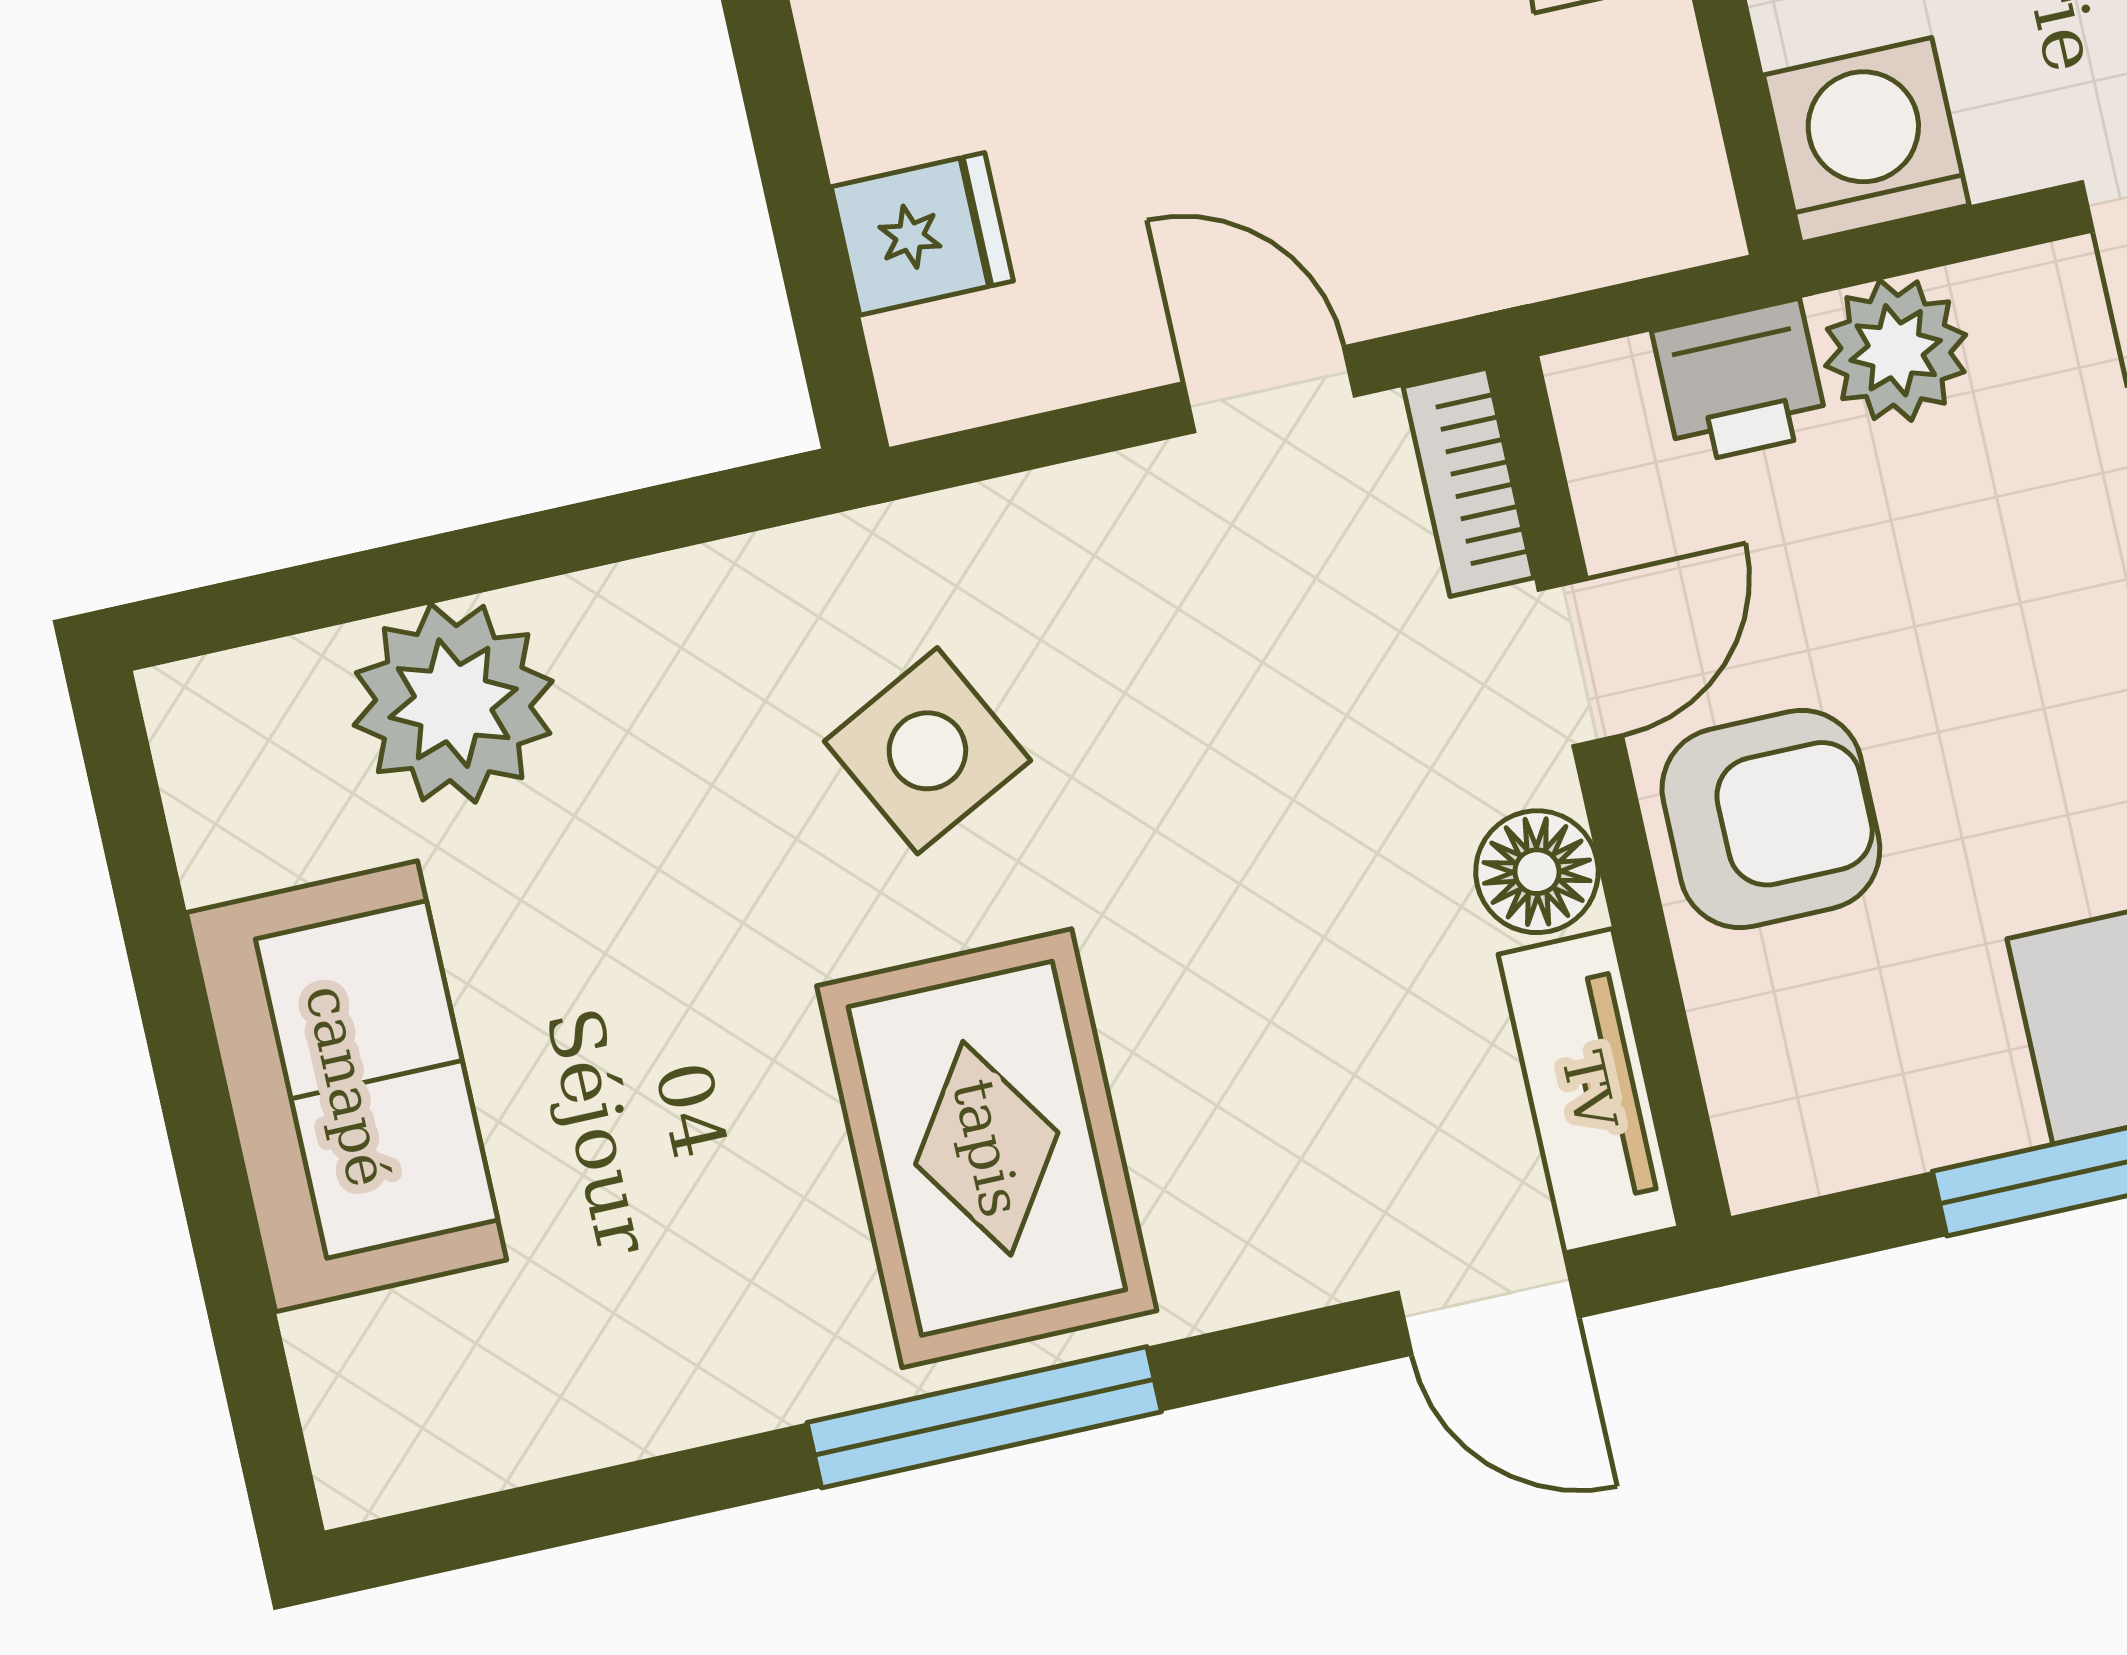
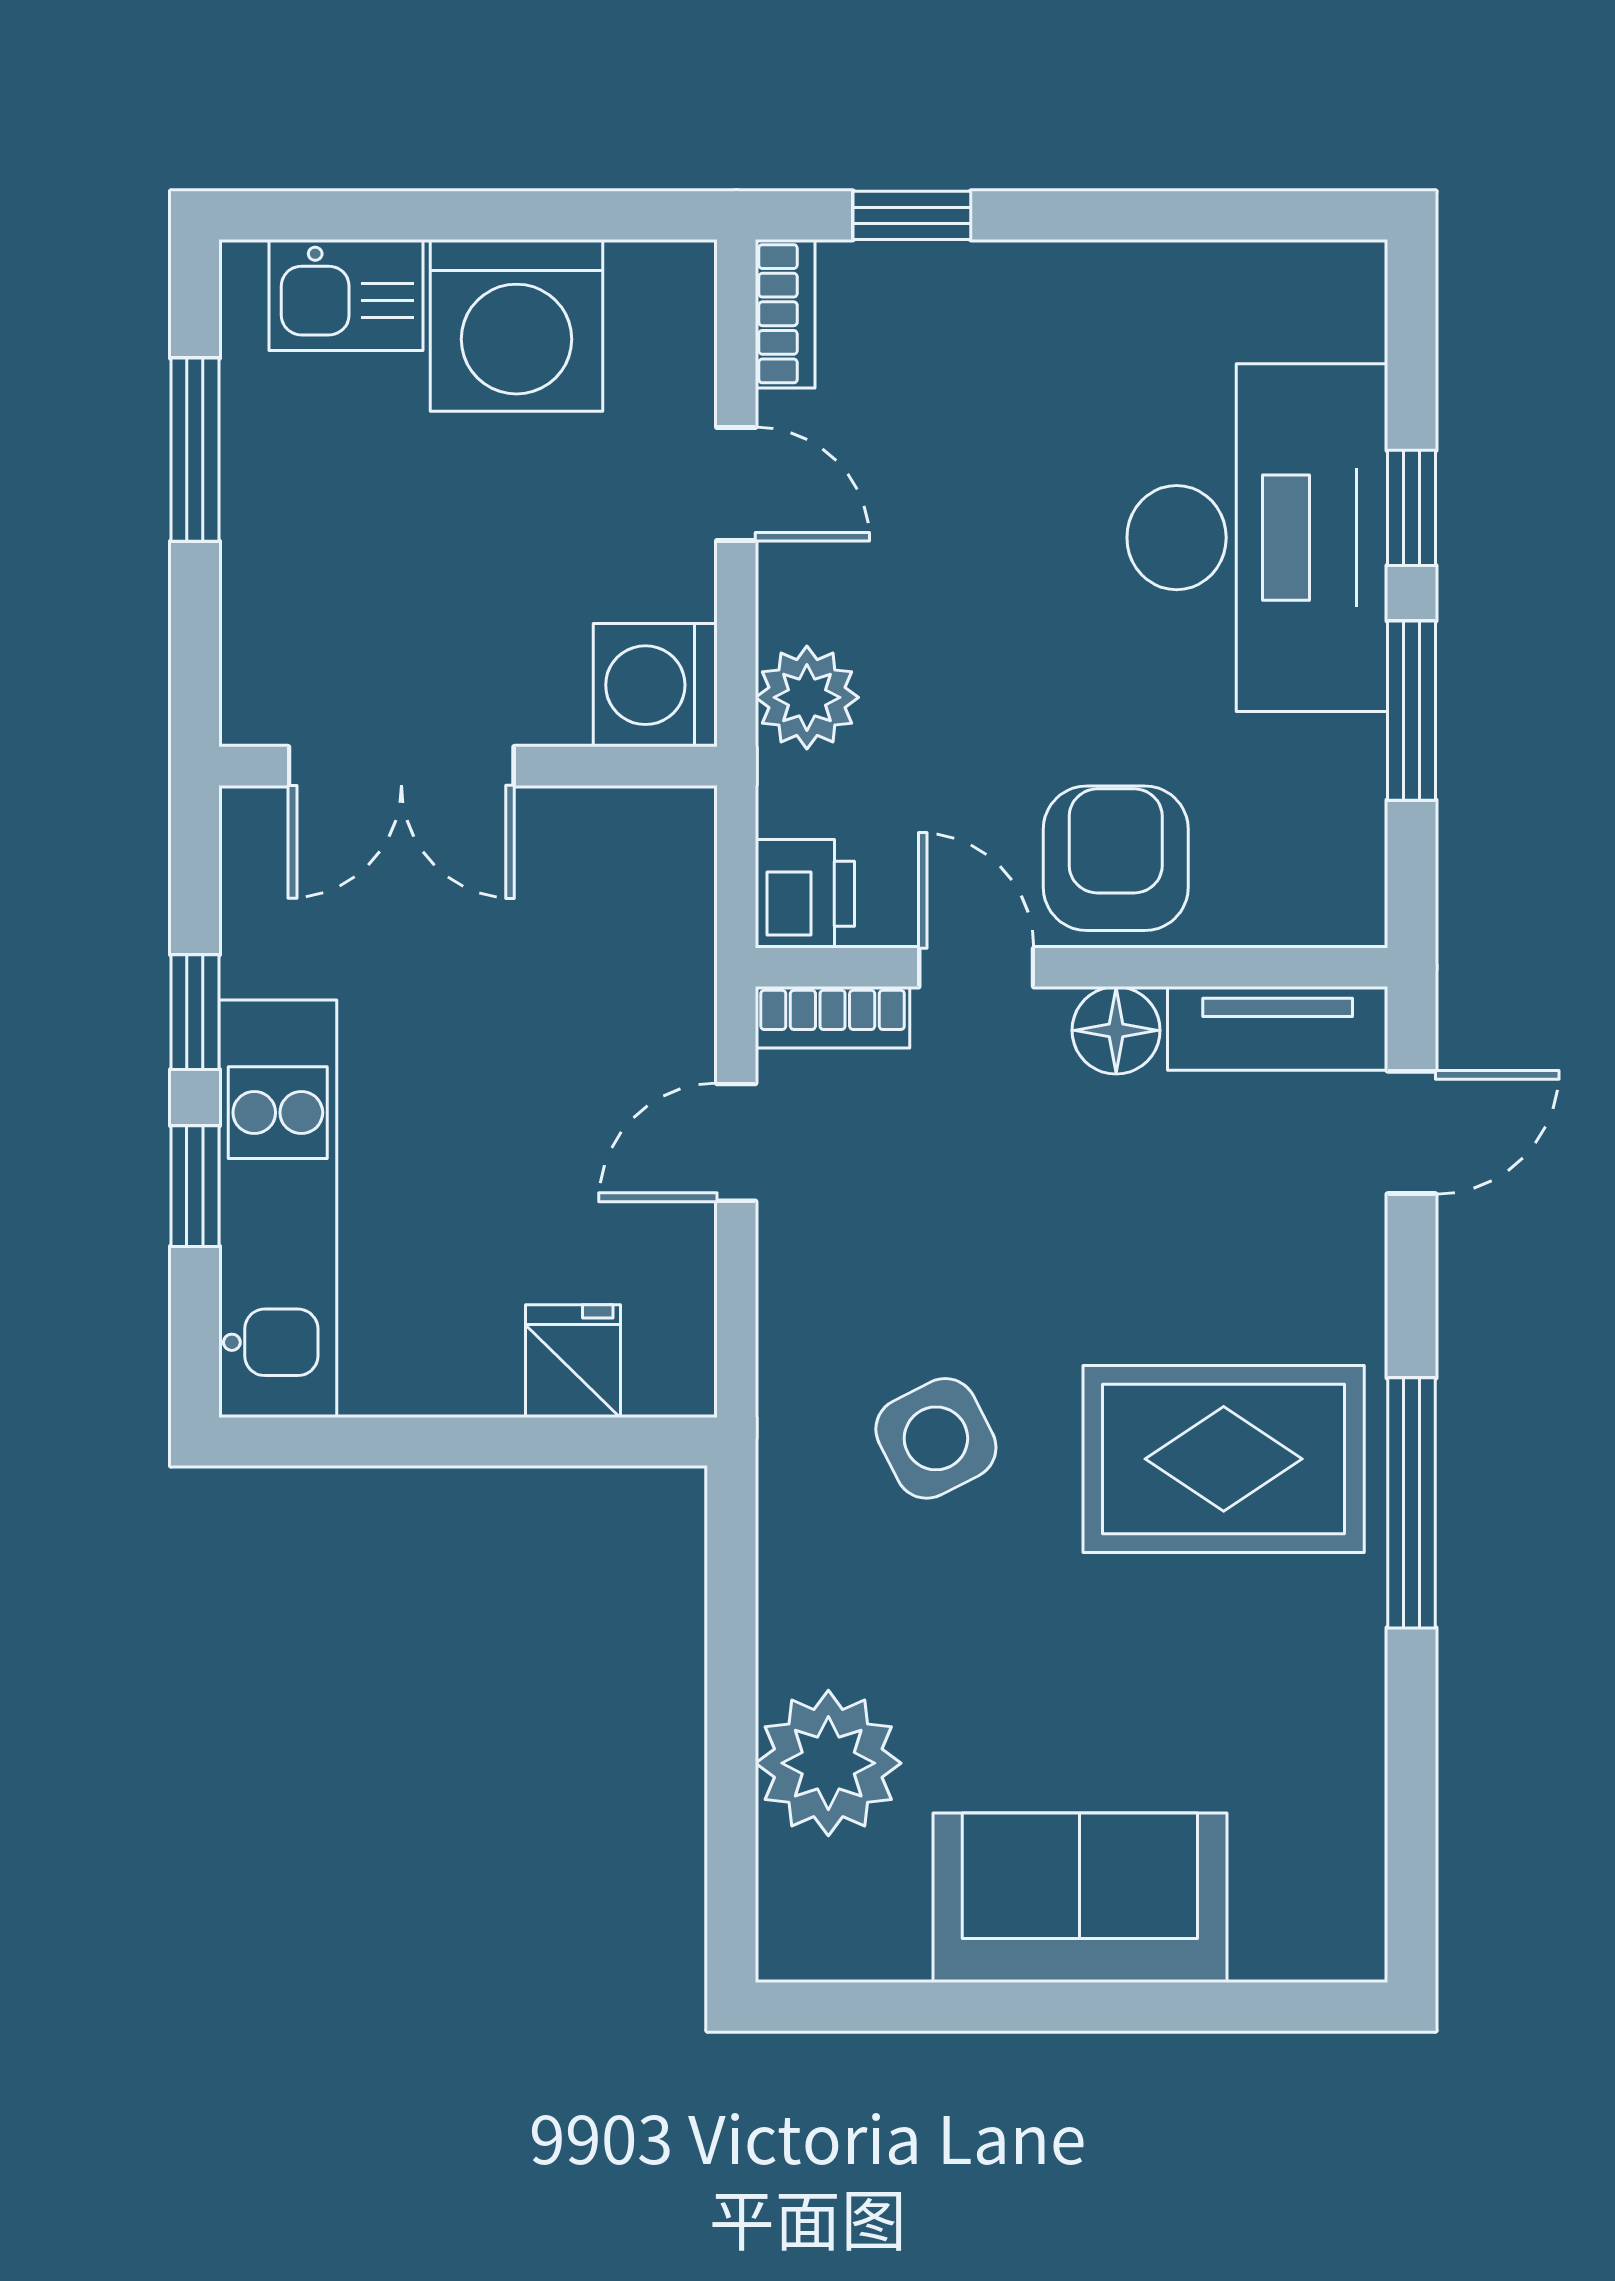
printer: (1740, 382) -> (805, 894), moved

